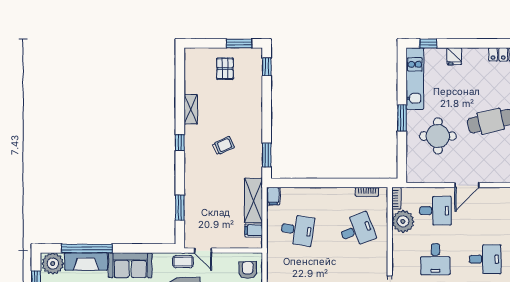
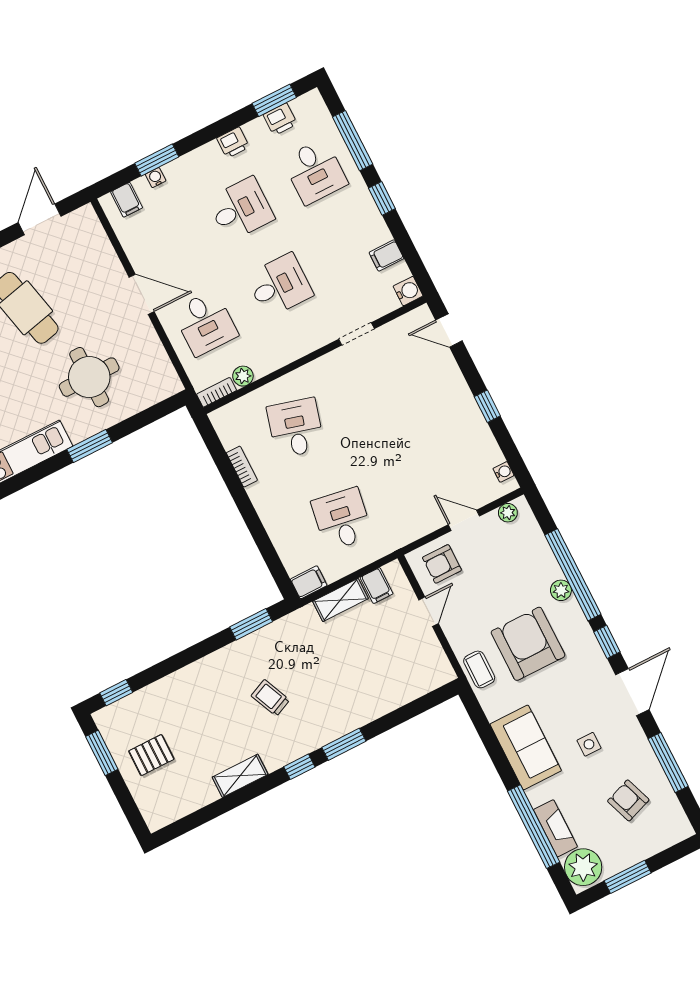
bookcase: (367, 192) -> (242, 467), moved
shelving: (253, 200) -> (340, 600), width x0.67, depth x0.75
window: (180, 208) -> (344, 744), moved
desk: (435, 211) -> (205, 323), turned 180
plant: (403, 221) -> (243, 376), width x0.53, depth x0.53
desk: (357, 230) -> (296, 428), turned 36
door: (203, 251) -> (429, 612), moved
desk: (485, 259) -> (241, 209), turned 90
fireplace: (86, 262) -> (555, 828), width x0.73, depth x0.76

